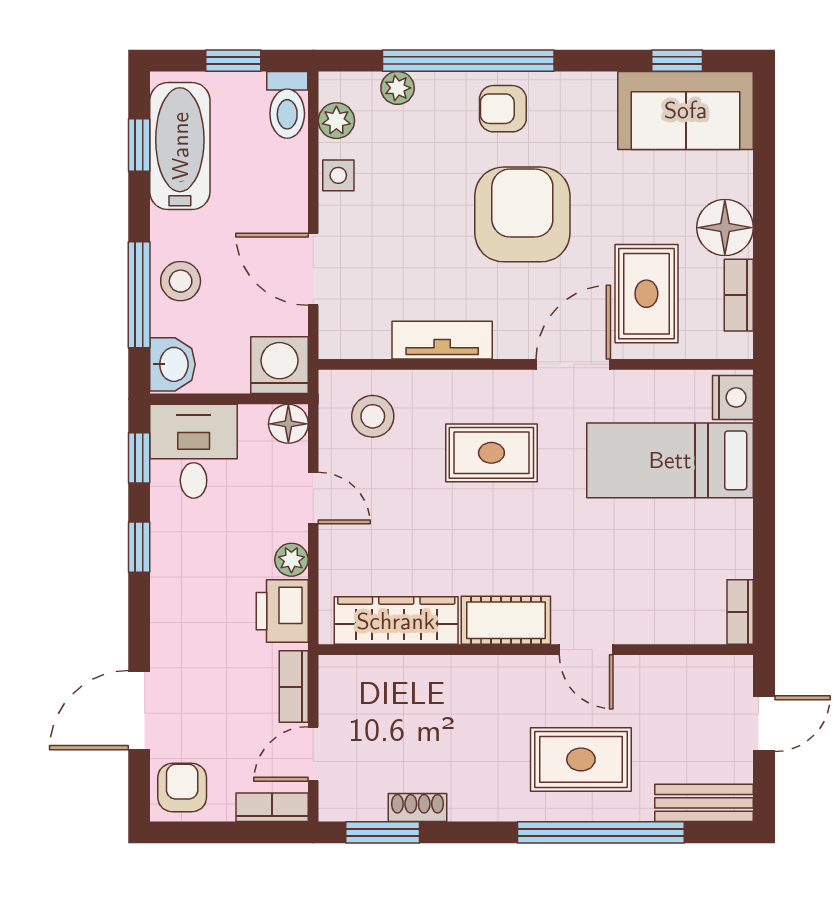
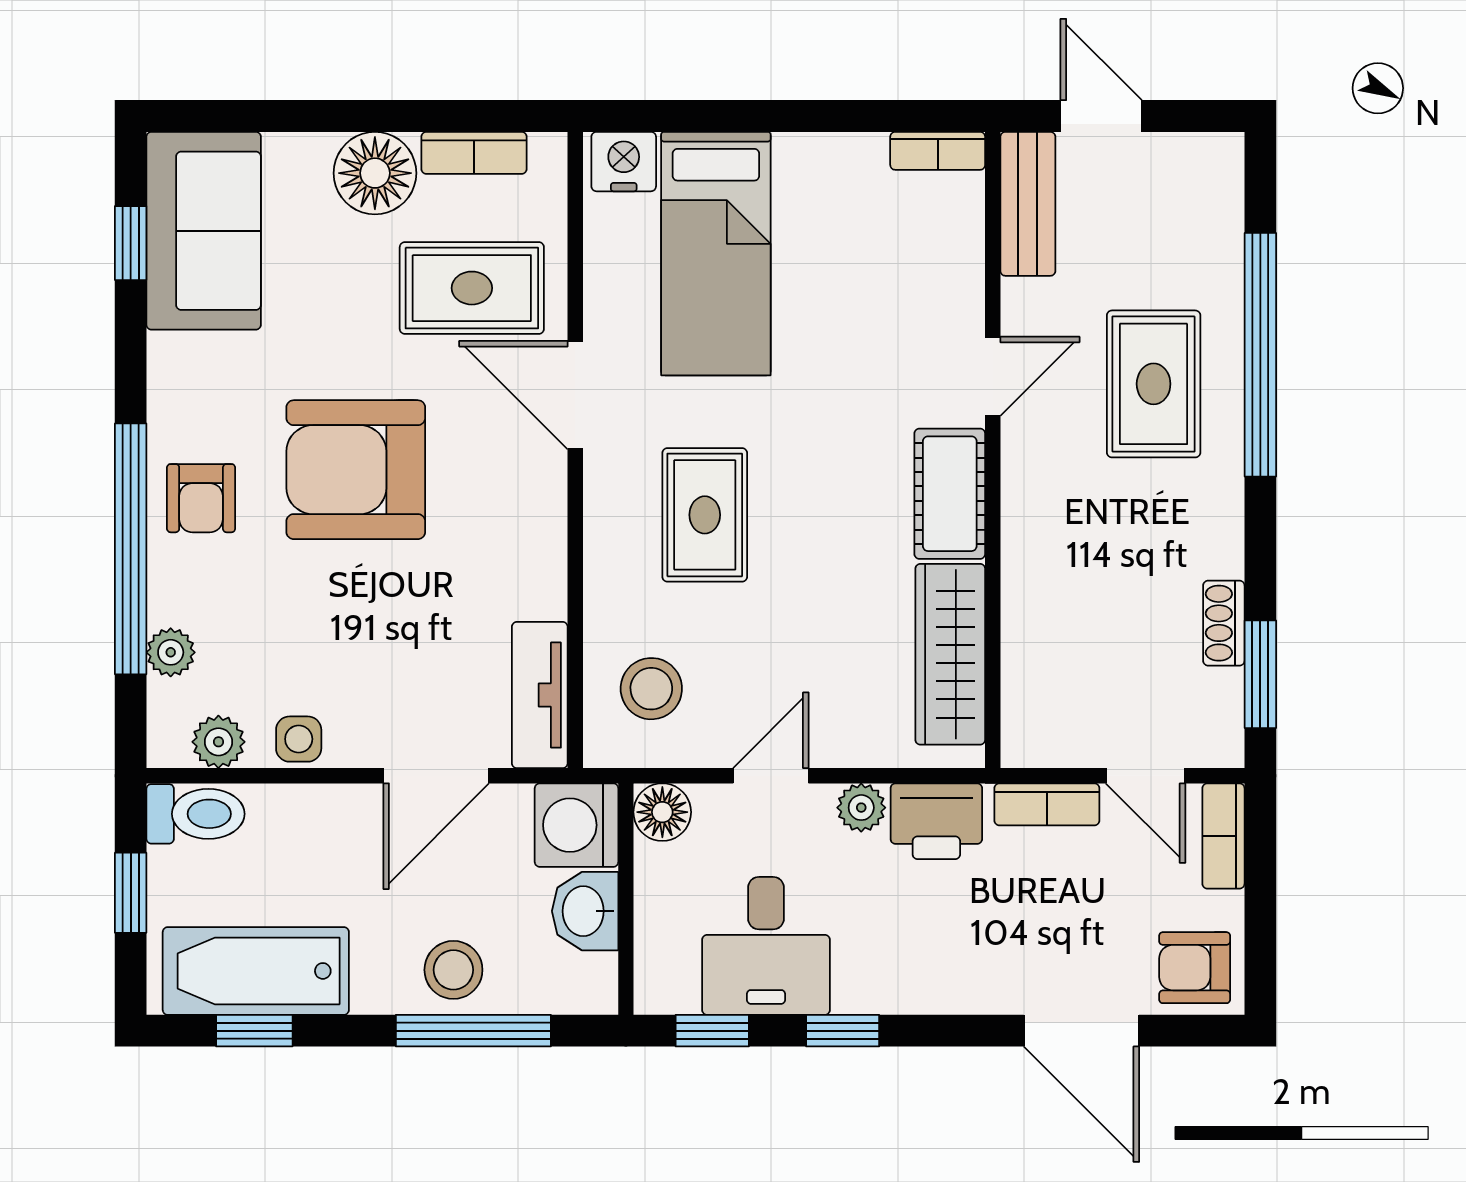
tv unit: (442, 340) -> (540, 695), moved
washbasin: (173, 364) -> (585, 911), moved, turned -90
desk: (194, 451) -> (766, 946), moved, turned -90
bench: (704, 803) -> (1028, 204), moved

